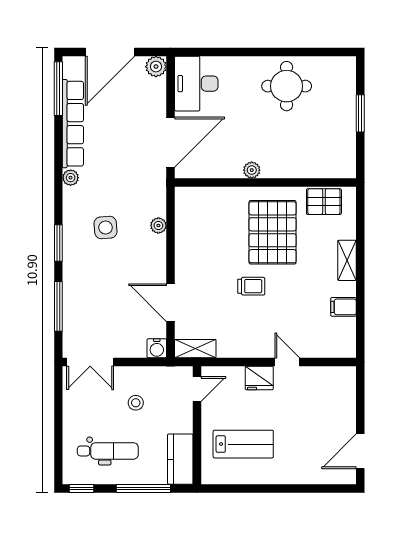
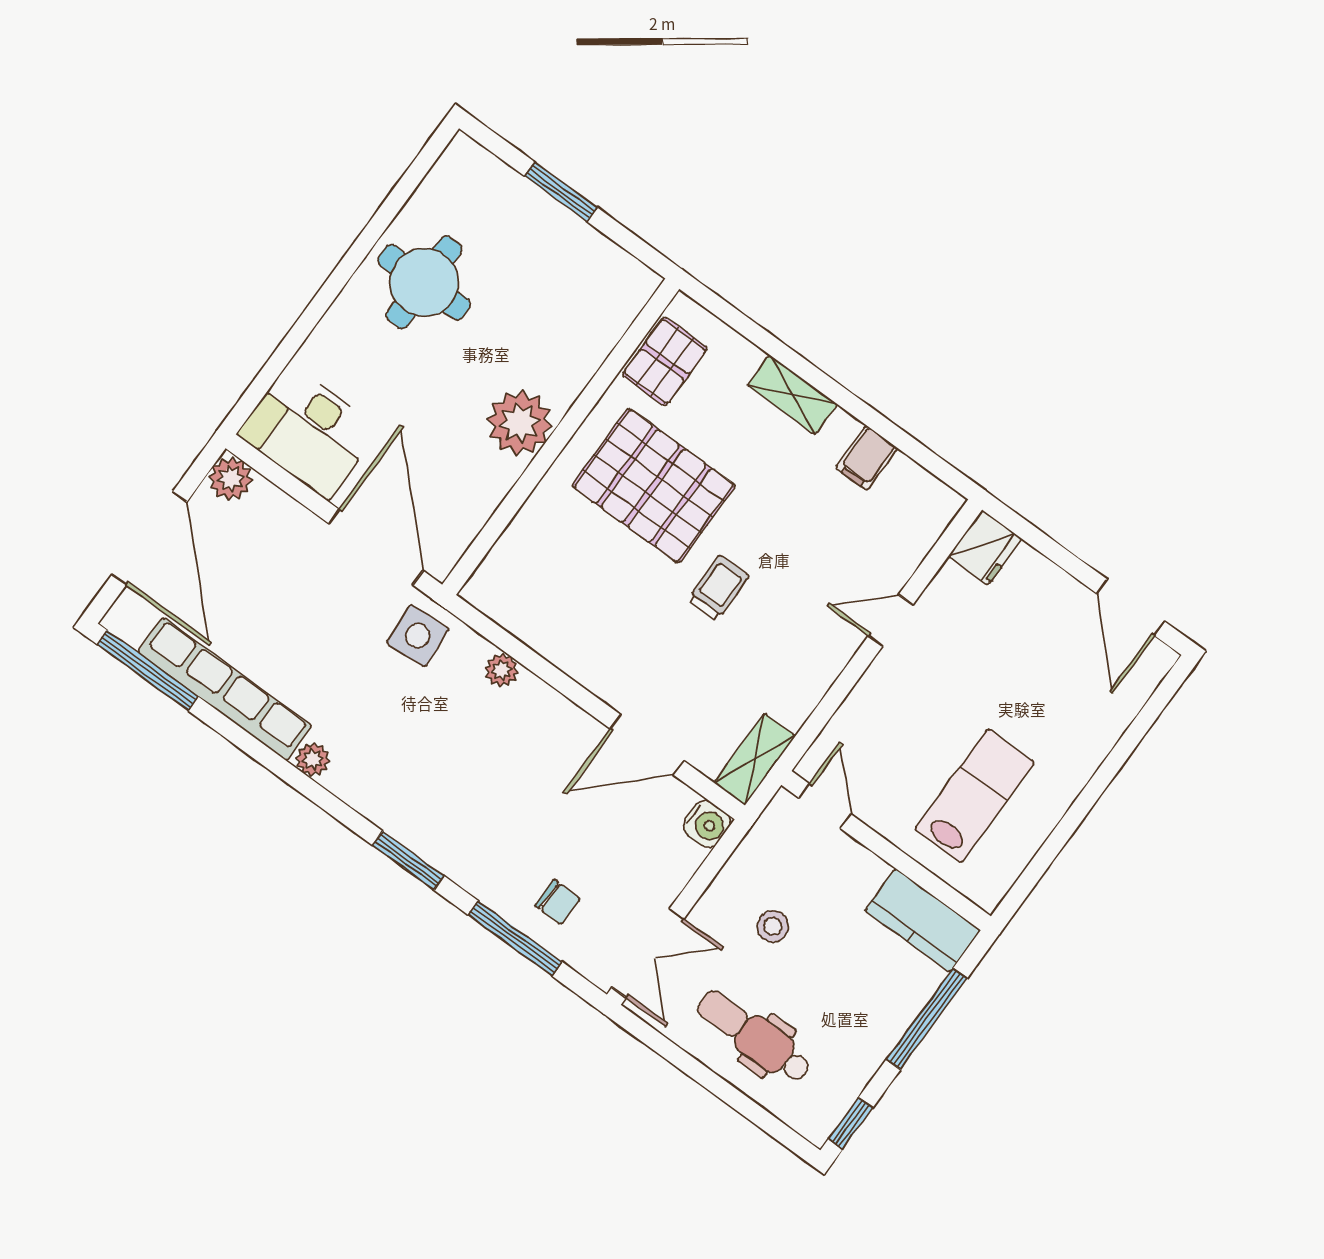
plant: (252, 170) -> (520, 423), width x1.87, depth x1.87
side table: (106, 228) -> (418, 636), moved
chair: (84, 313) -> (558, 902), added
fridge: (259, 378) -> (985, 548), moved
dental chair: (108, 451) -> (754, 1036), moved, turned -90

